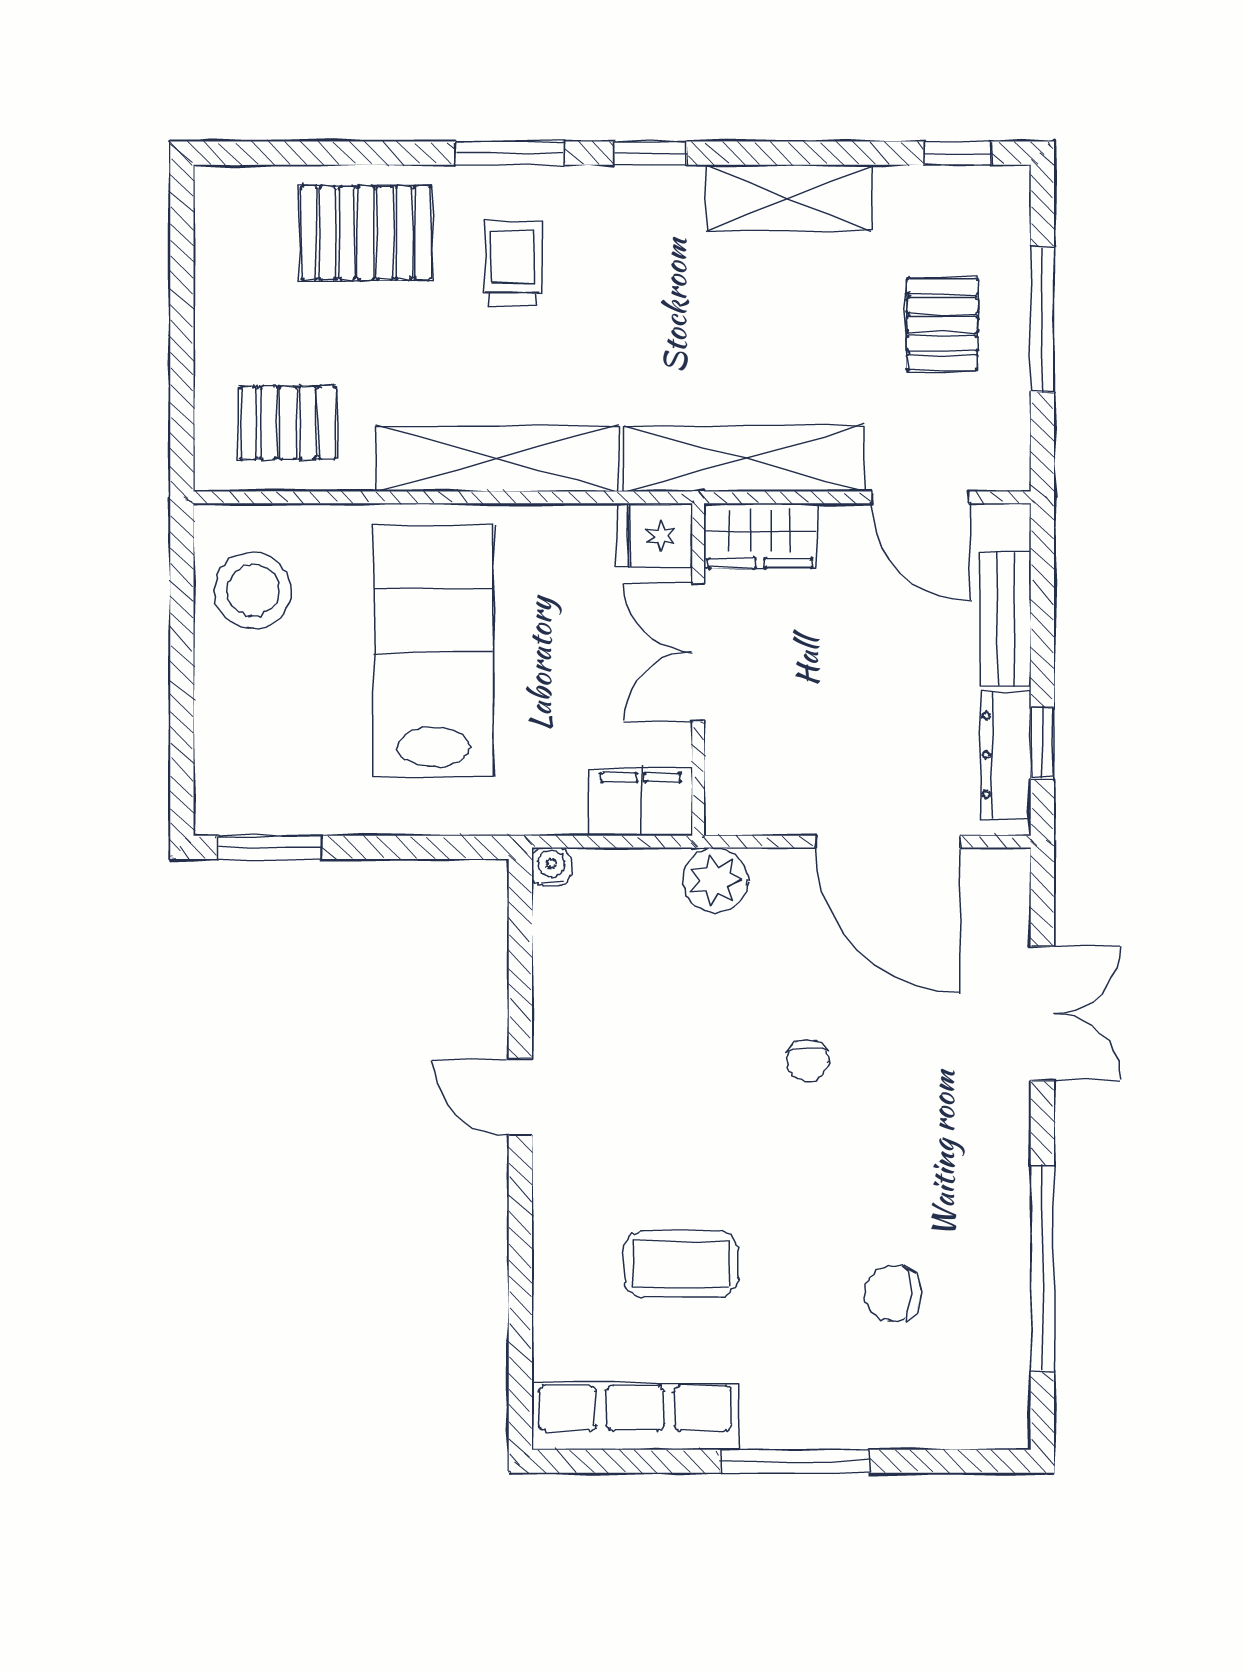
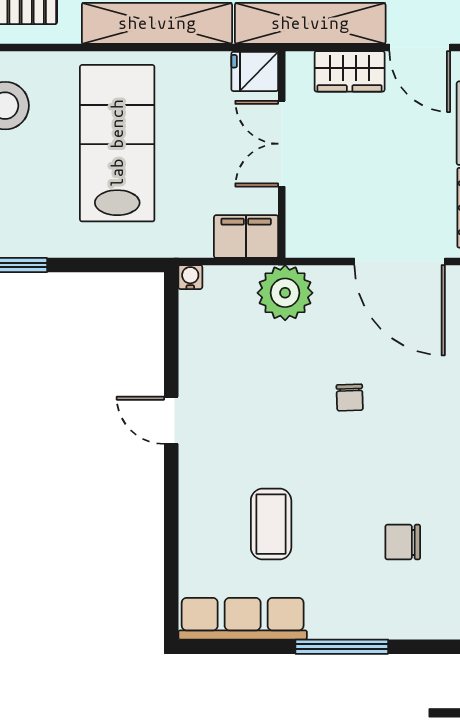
wardrobe: (760, 536) -> (350, 71), moved
plant: (715, 880) -> (285, 293), width x1.36, depth x1.36
coffee table: (681, 1264) -> (271, 524), turned 90

